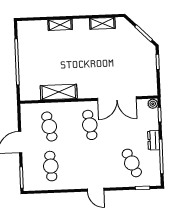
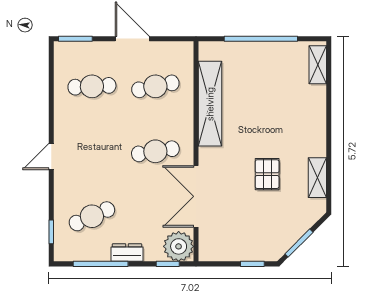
shelving: (60, 25) -> (318, 65), moved
pallet: (101, 55) -> (267, 174), added
shelving: (59, 92) -> (210, 104), width x1.47
plant: (153, 104) -> (179, 246), width x1.88, depth x1.88

